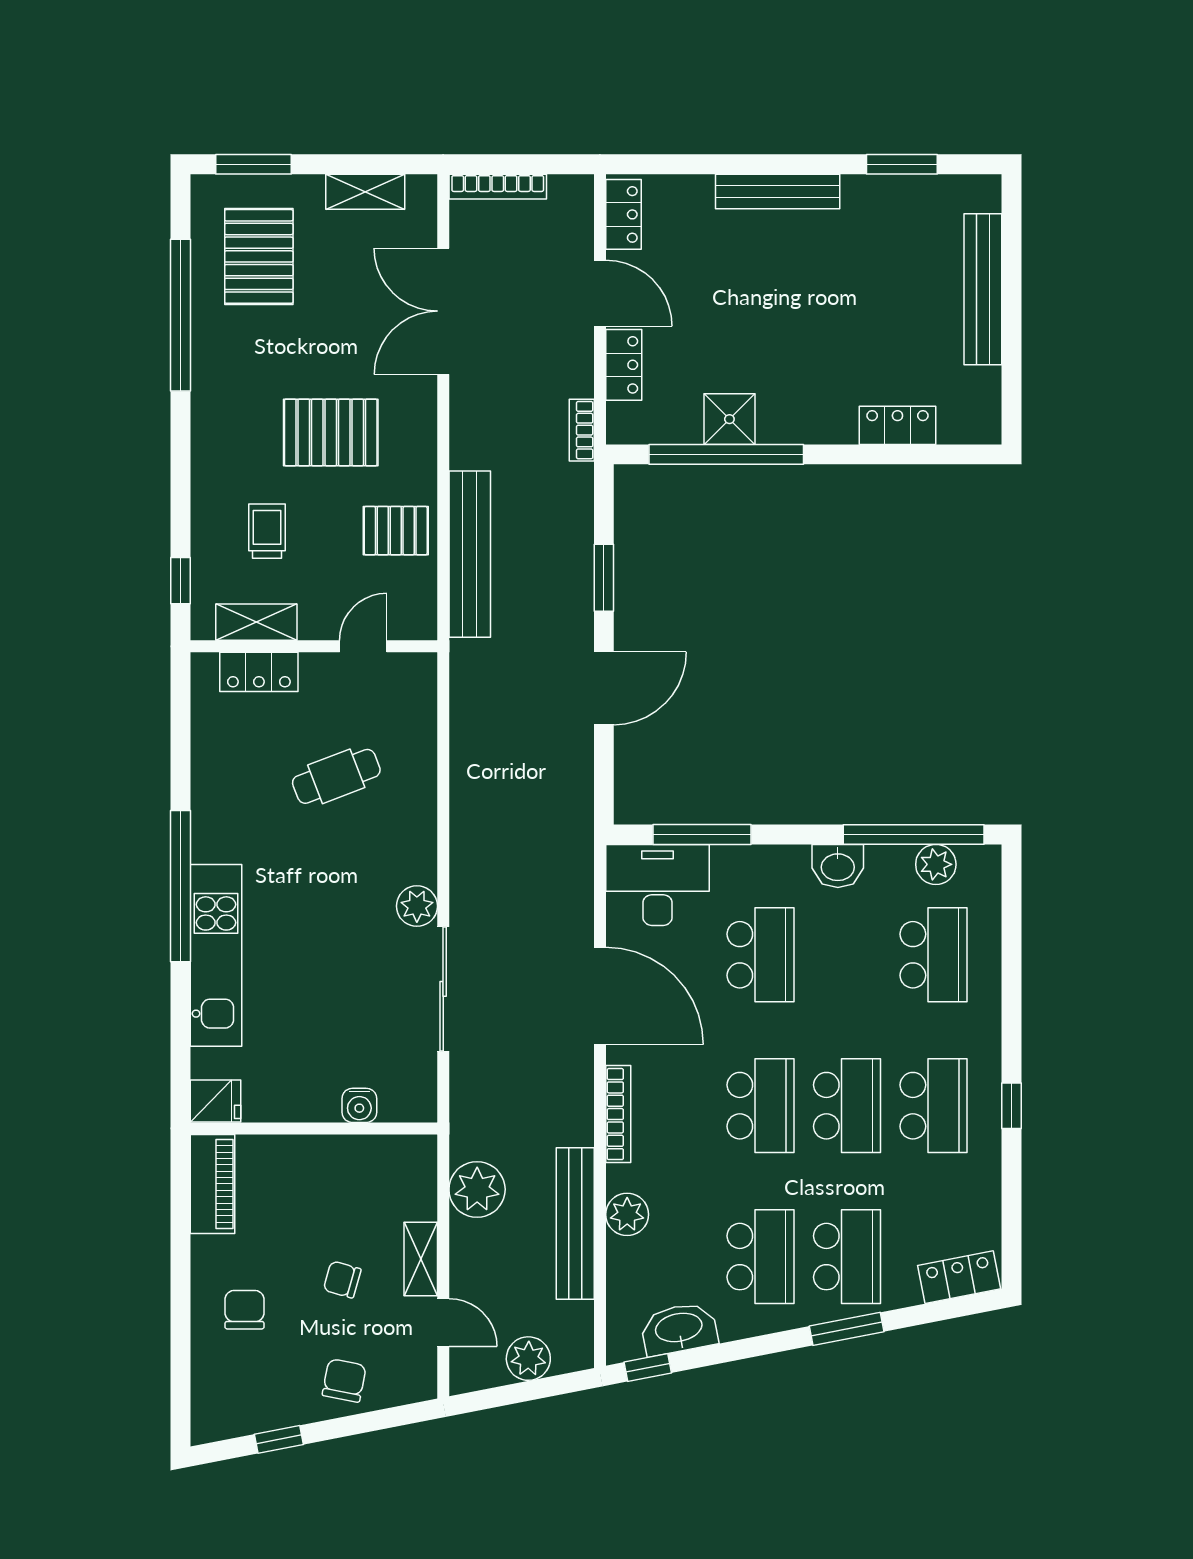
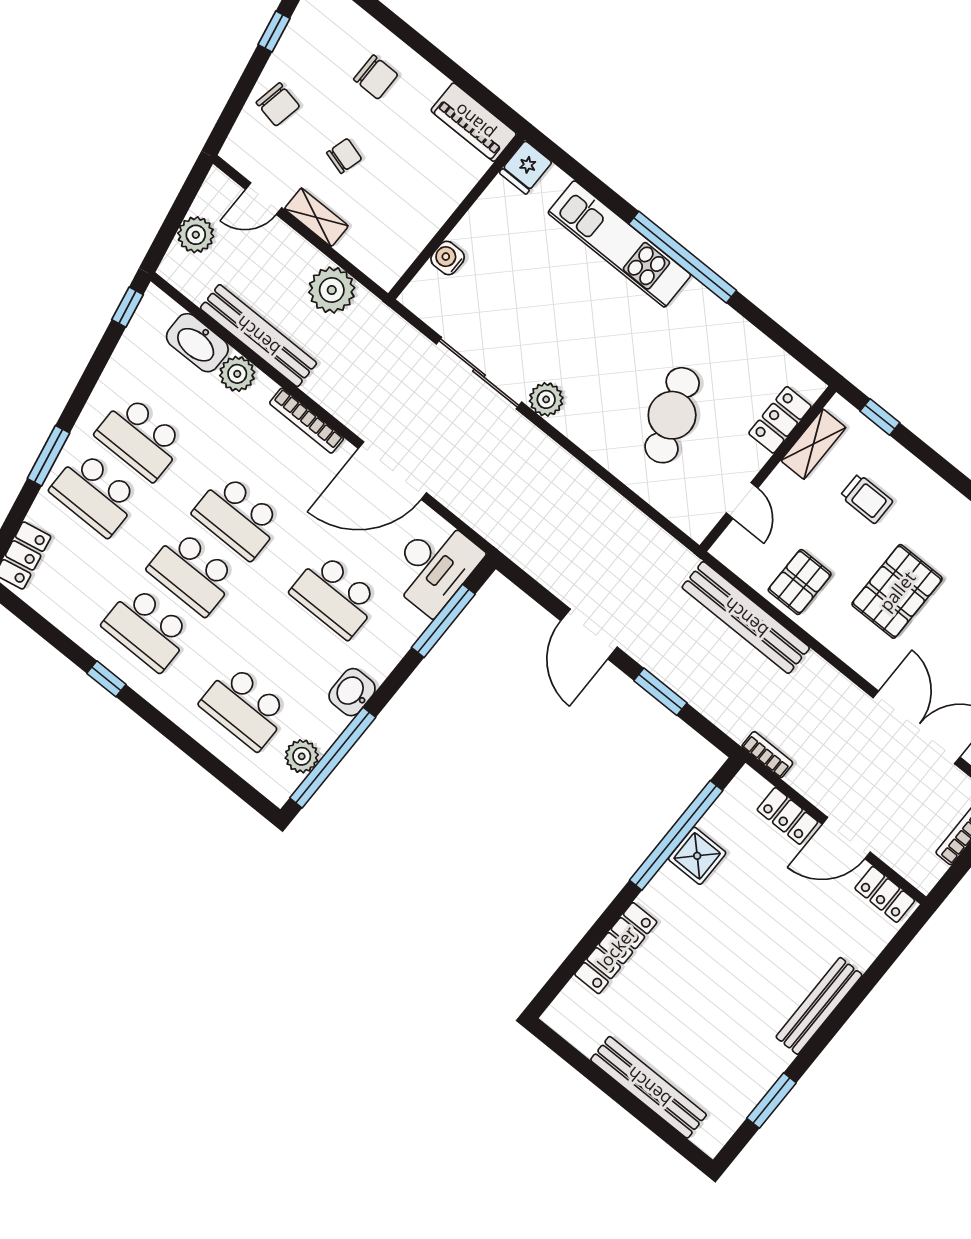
locker: (897, 425) -> (616, 948), width x1.53
cafe table: (336, 776) -> (672, 415), width x1.37, depth x1.35
washbasin: (679, 1329) -> (197, 343), moved, turned 101

